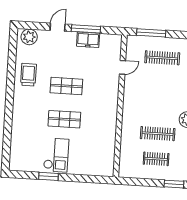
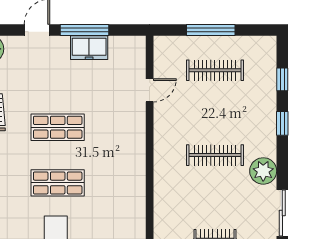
window: (151, 33) -> (211, 30), moved
clothes rail: (158, 134) -> (215, 155), moved

